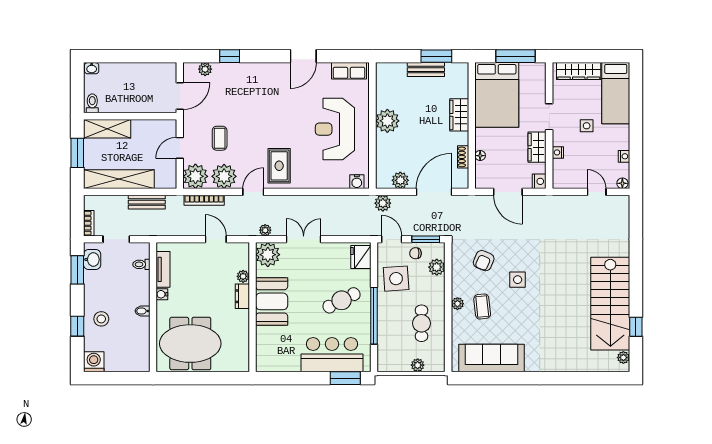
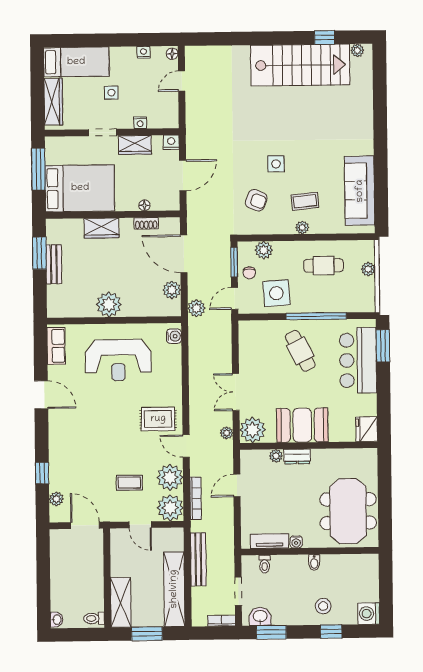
bench: (147, 202) -> (198, 559), width x1.36
fridge: (361, 257) -> (367, 429), moved, turned 90

